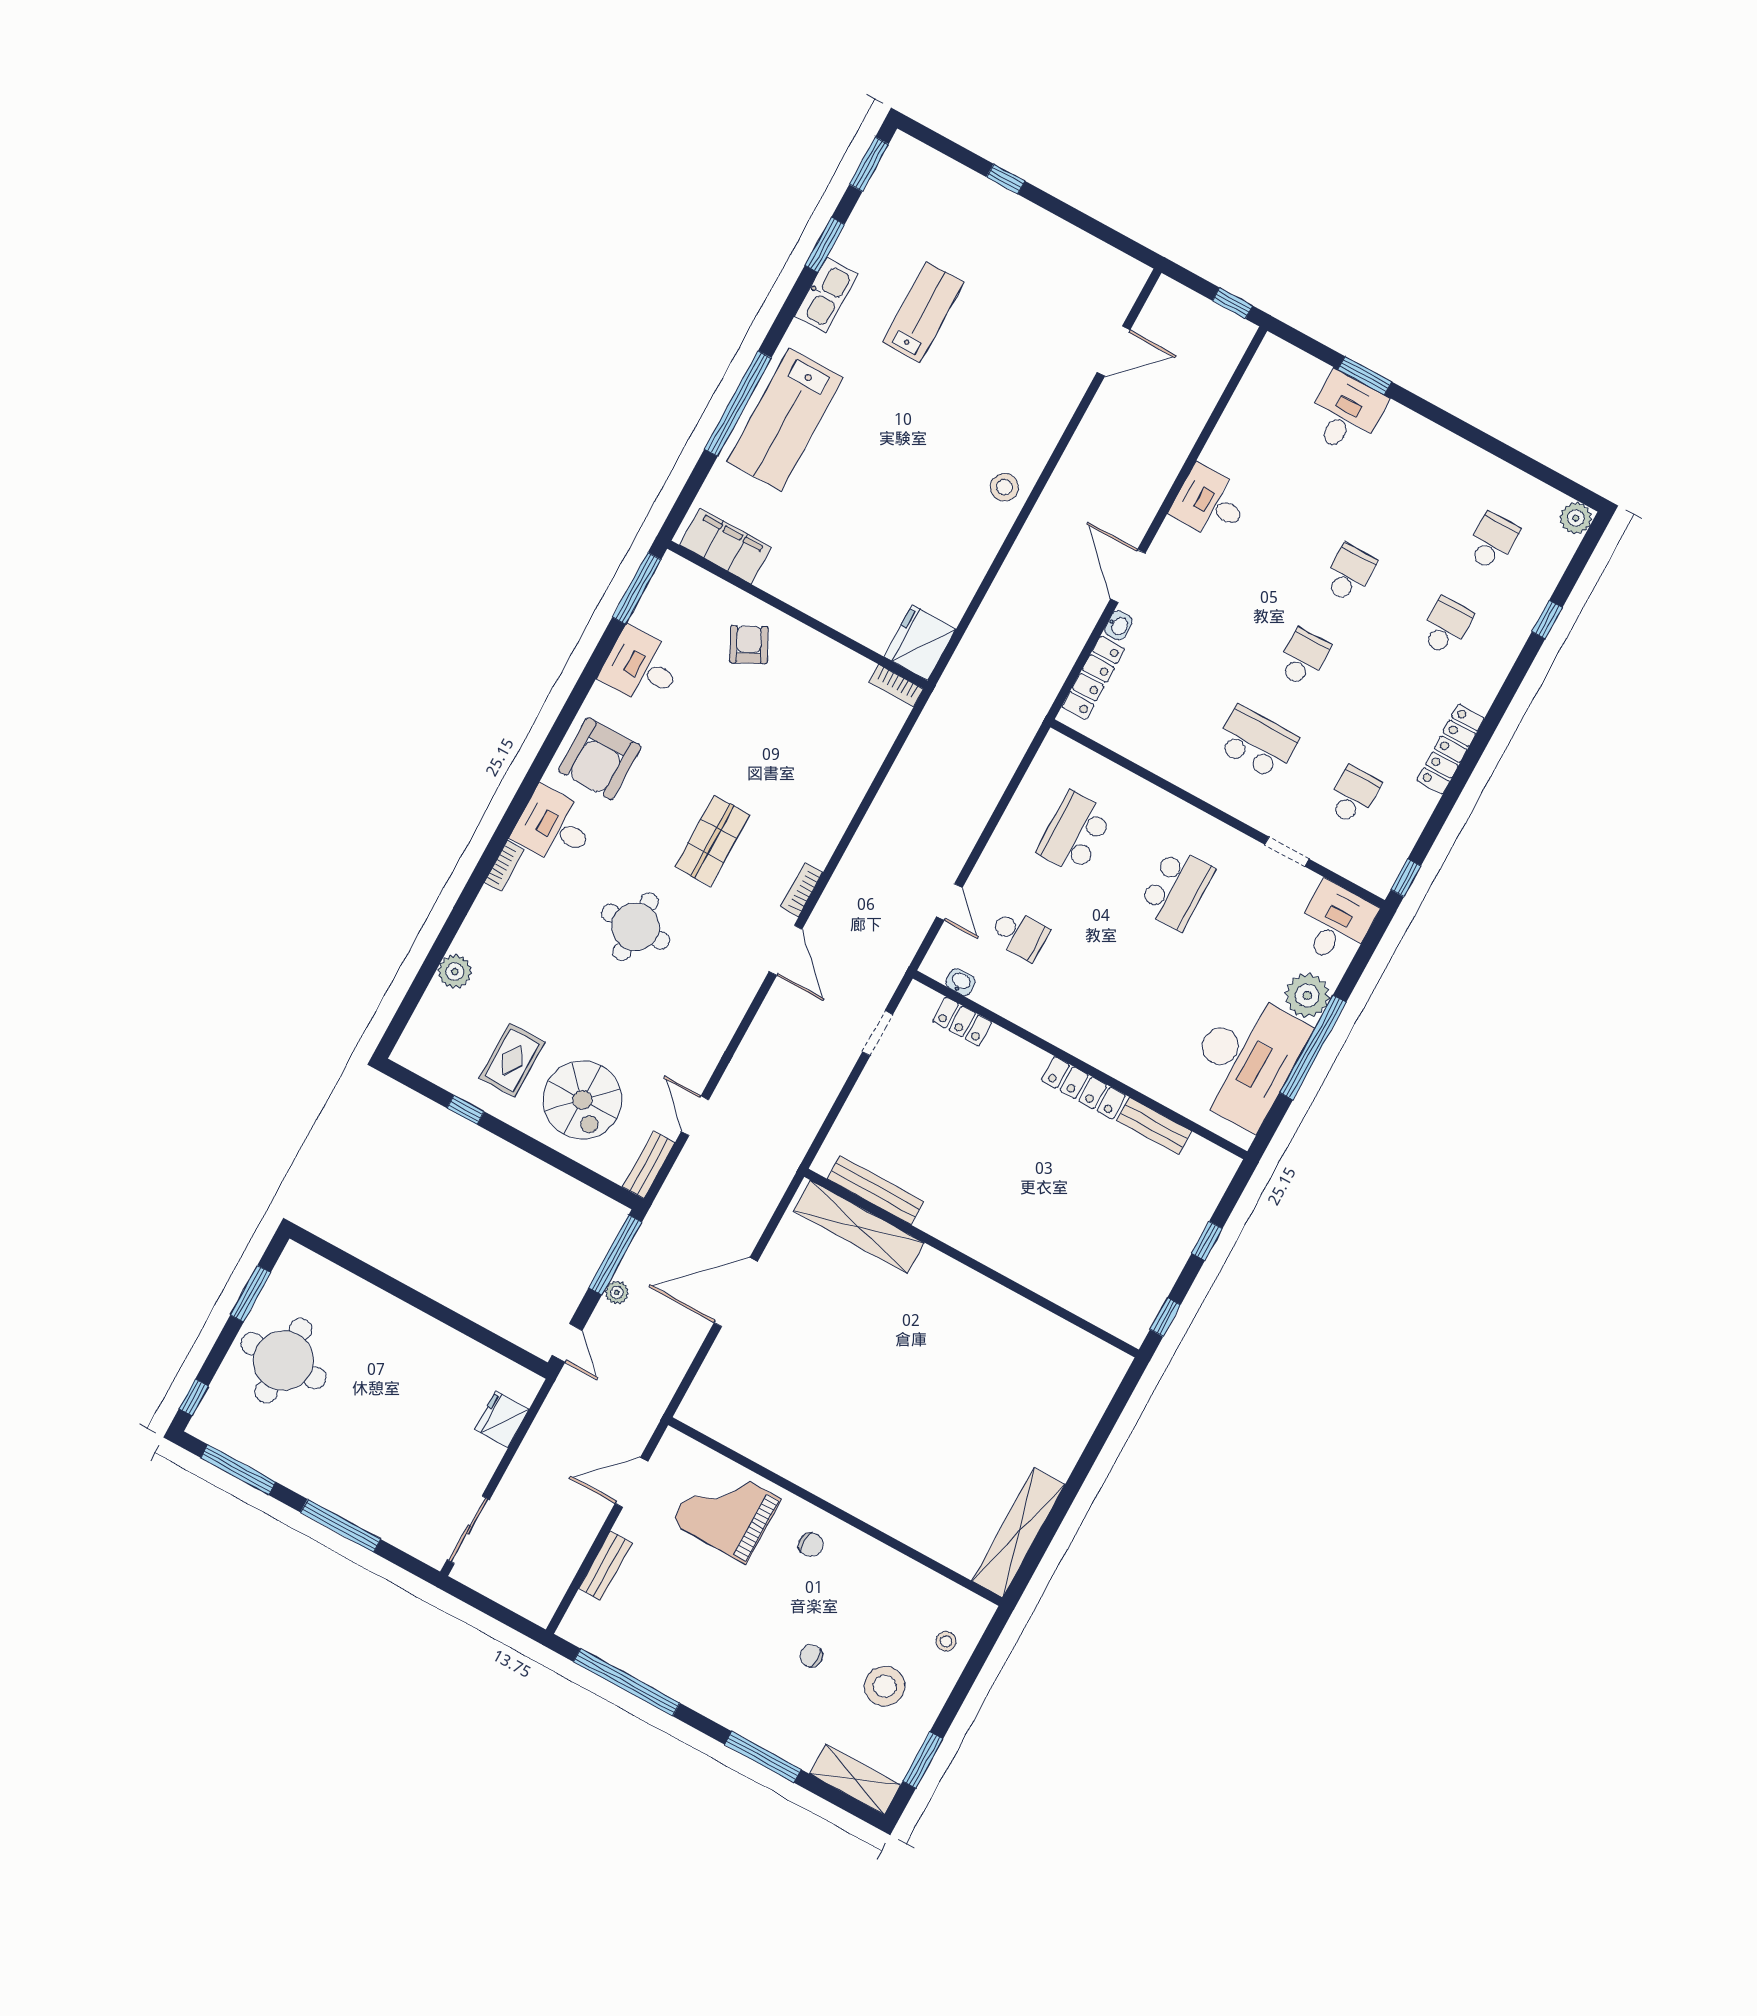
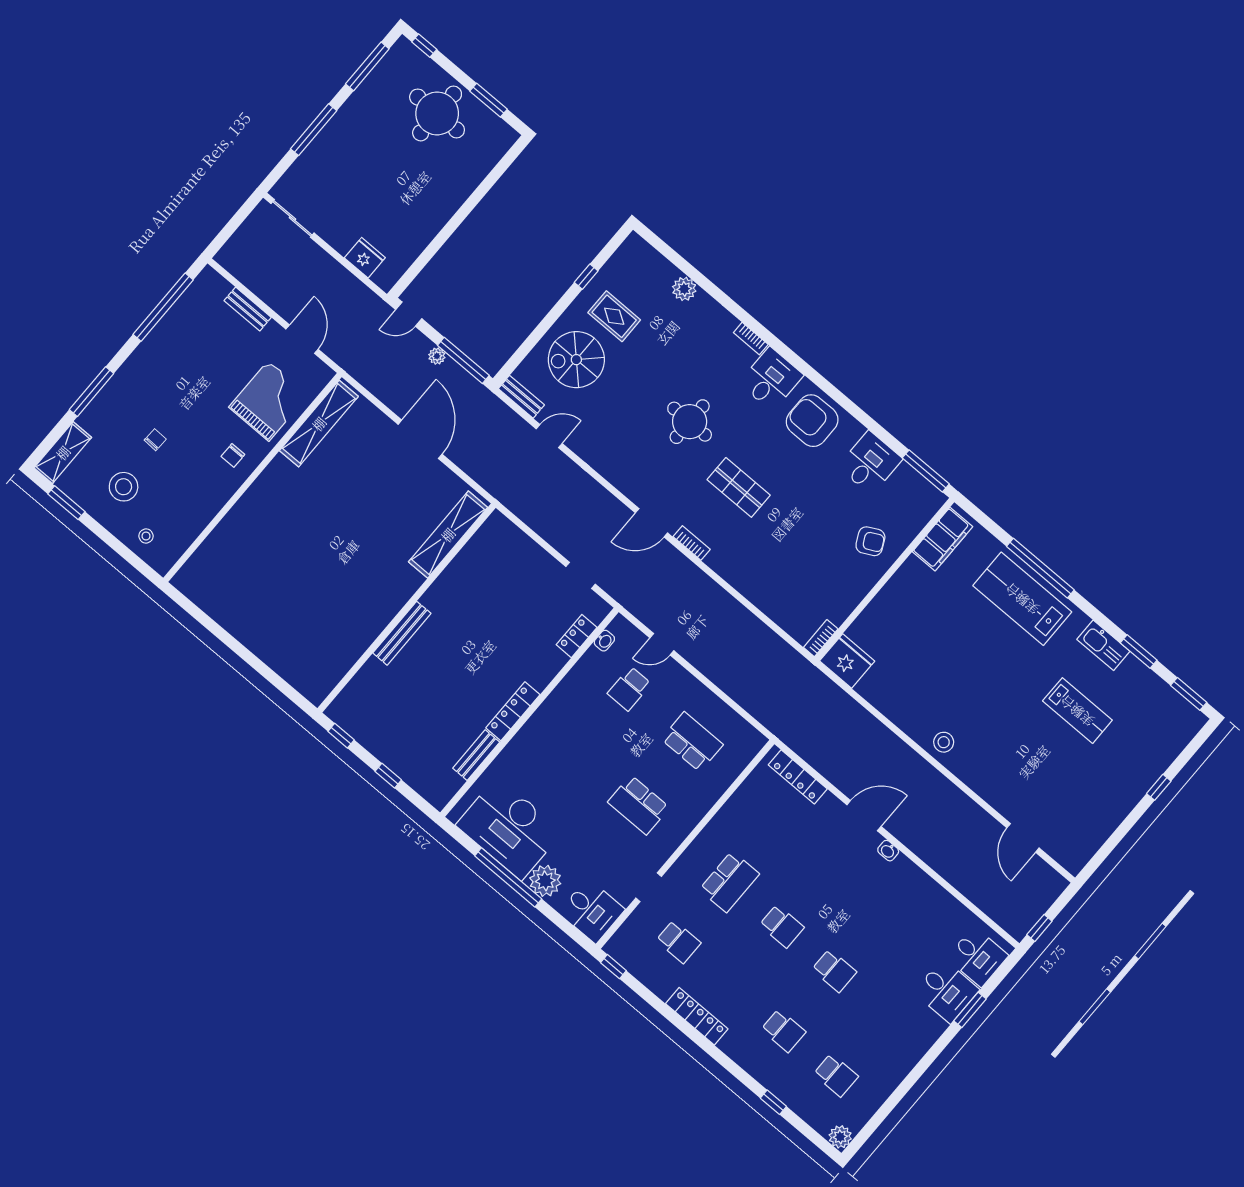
desk: (1210, 503) -> (978, 957), moved, turned 90
washbasin: (1118, 625) -> (888, 851), moved
bench: (876, 1190) -> (402, 633), moved
shelving: (1018, 1533) -> (319, 424), moved, turned 90

